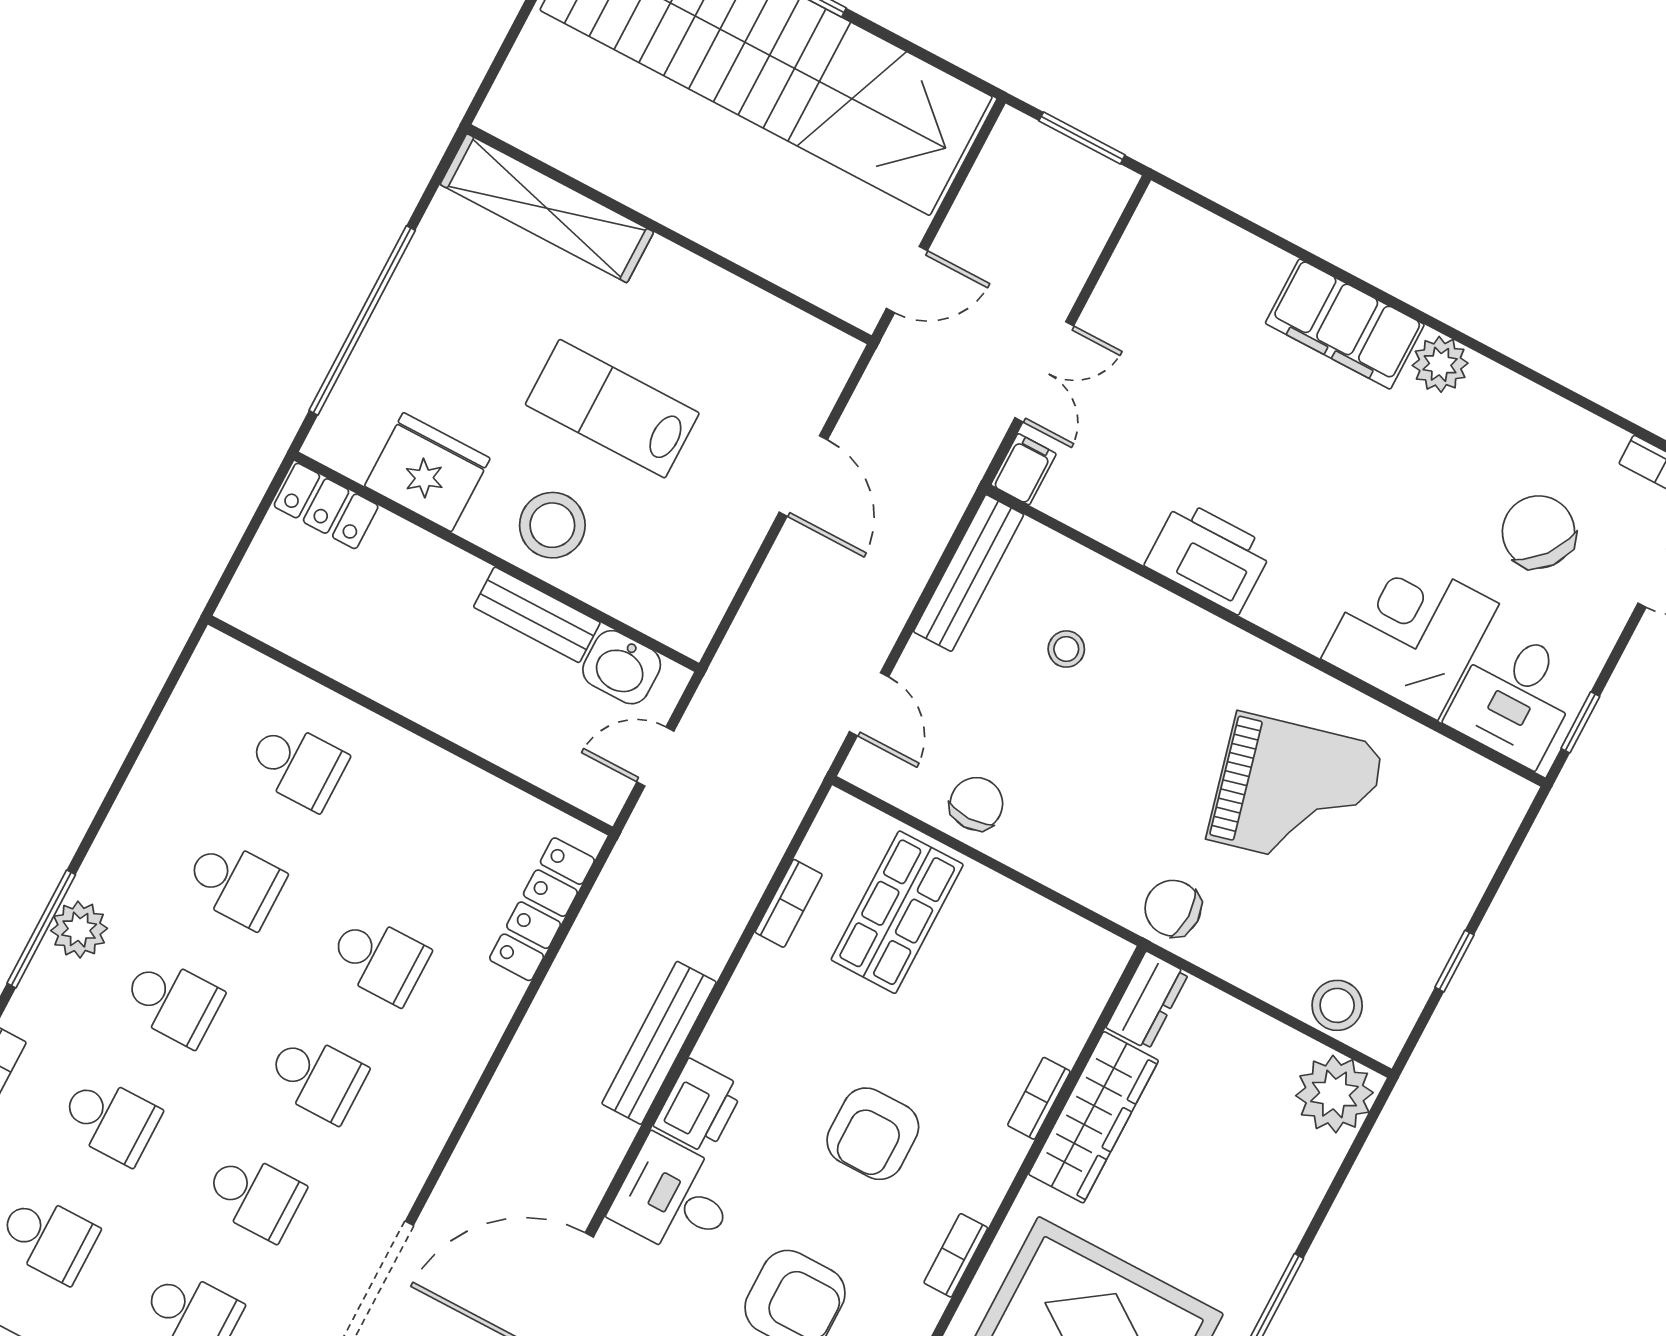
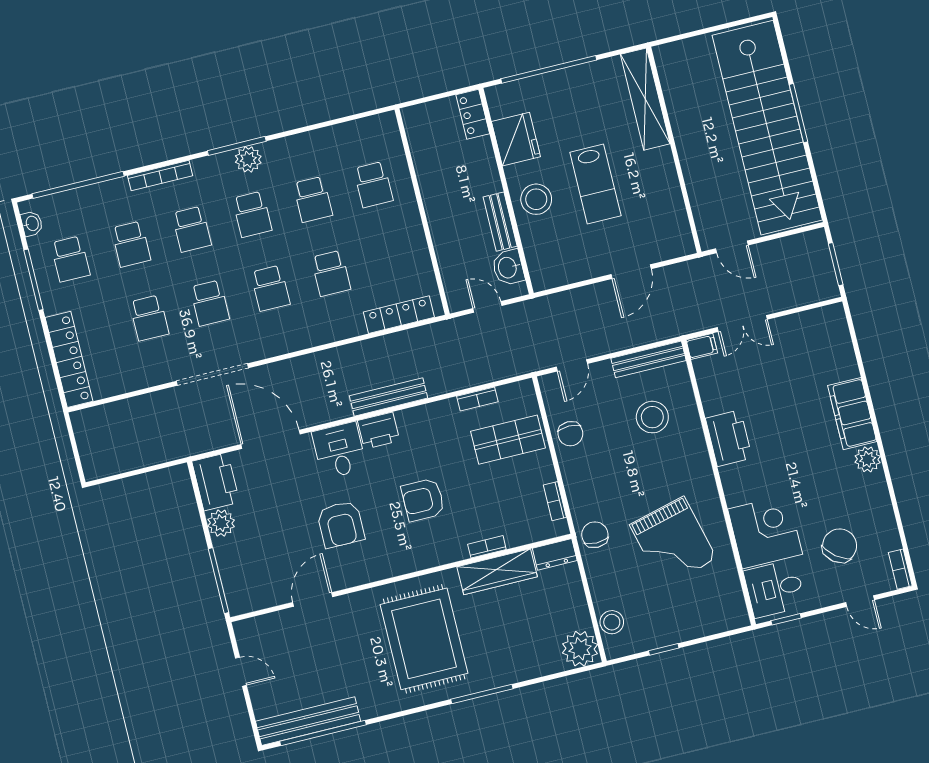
lab bench: (612, 409) -> (595, 184), turned 180
stool: (1066, 649) -> (652, 417), width x1.89, depth x1.89
chair: (976, 804) -> (570, 434), turned 90
bookcase: (956, 1255) -> (555, 501), moved, turned -90

